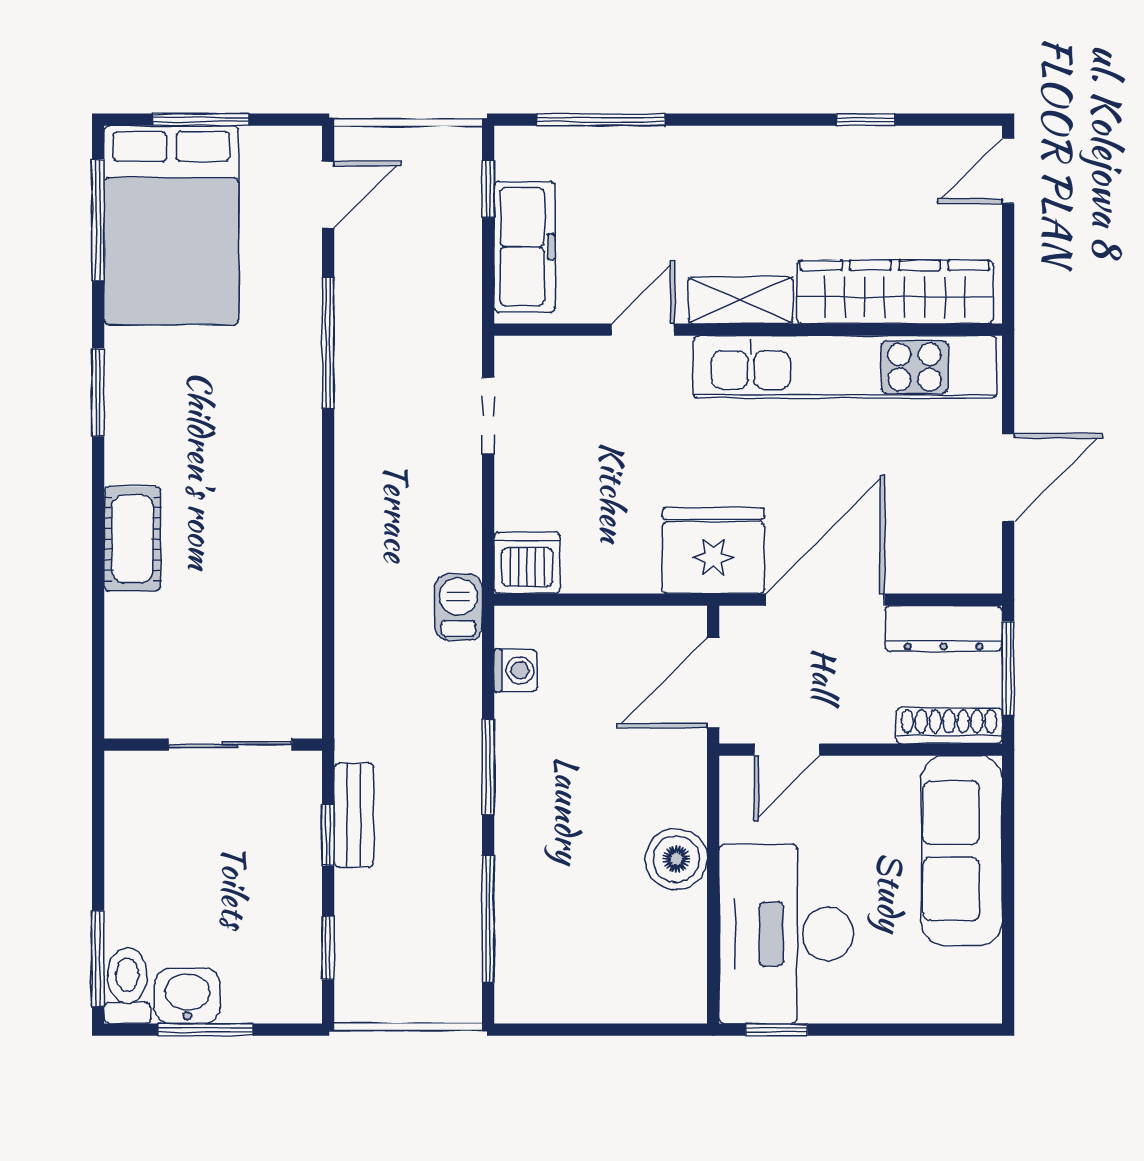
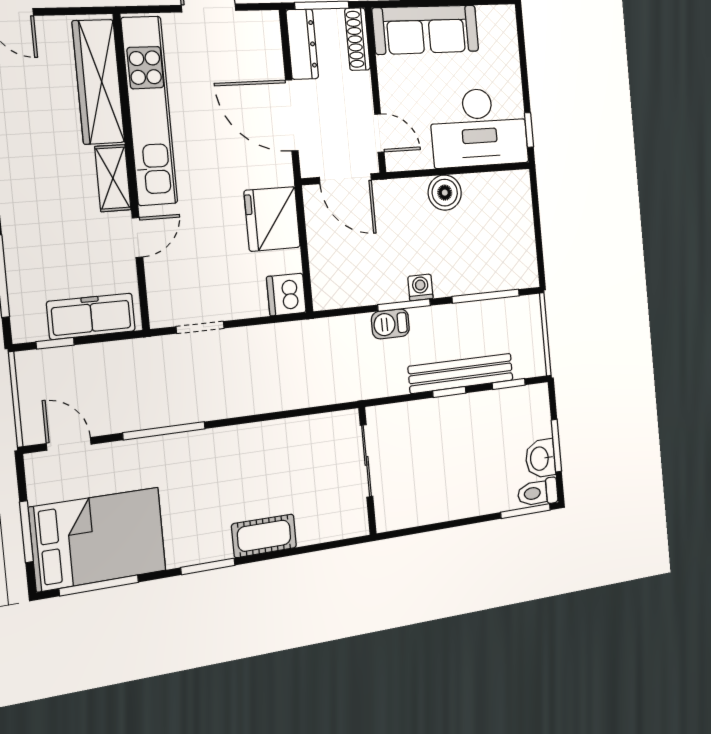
door: (643, 330) -> (137, 237), swing flipped
cot: (132, 539) -> (264, 536), moved
fridge: (713, 551) -> (272, 219), moved
barbecue: (458, 607) -> (390, 324), moved
washing machine: (516, 670) -> (420, 287), moved
wall: (213, 745) -> (367, 471), moved
sliding door: (230, 745) -> (366, 461), moved
bench: (354, 815) -> (461, 373), width x1.86, depth x1.21

